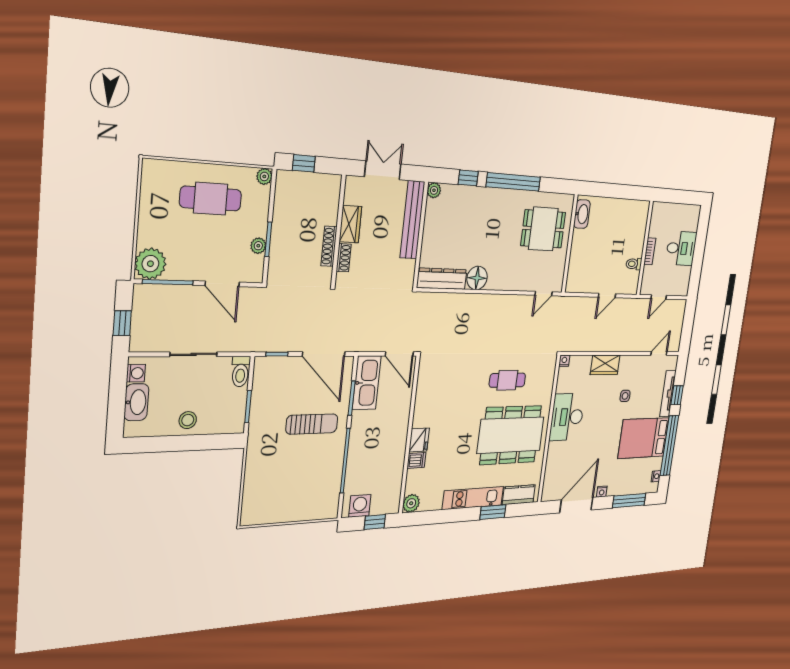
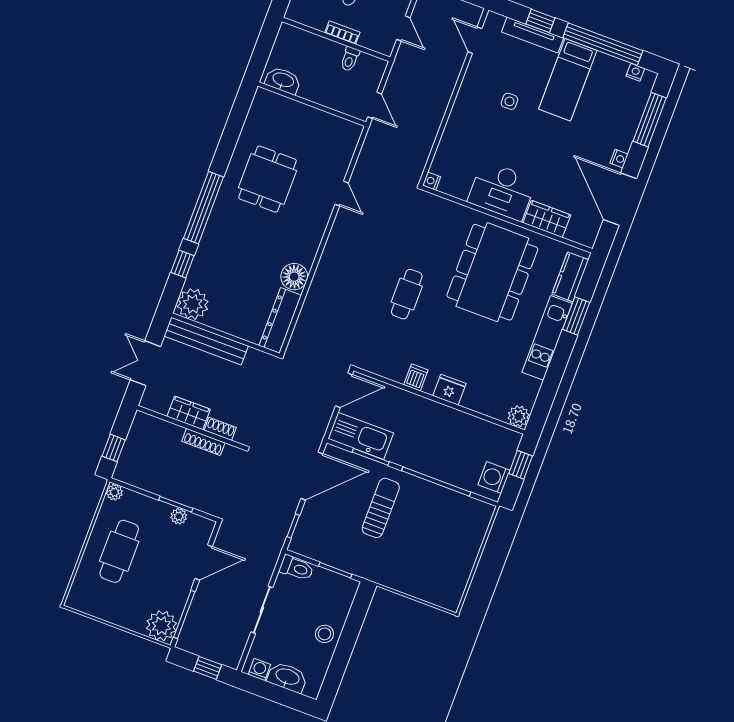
plant: (434, 190) -> (193, 304), width x1.87, depth x1.87
washbasin: (582, 214) -> (283, 80), moved
wall: (570, 244) -> (312, 104), moved
wardrobe: (605, 365) -> (547, 219), moved, turned -90
cafe table: (507, 380) -> (407, 294), moved
bed: (644, 438) -> (568, 80), width x0.67
dishwasher: (416, 460) -> (416, 377), moved

